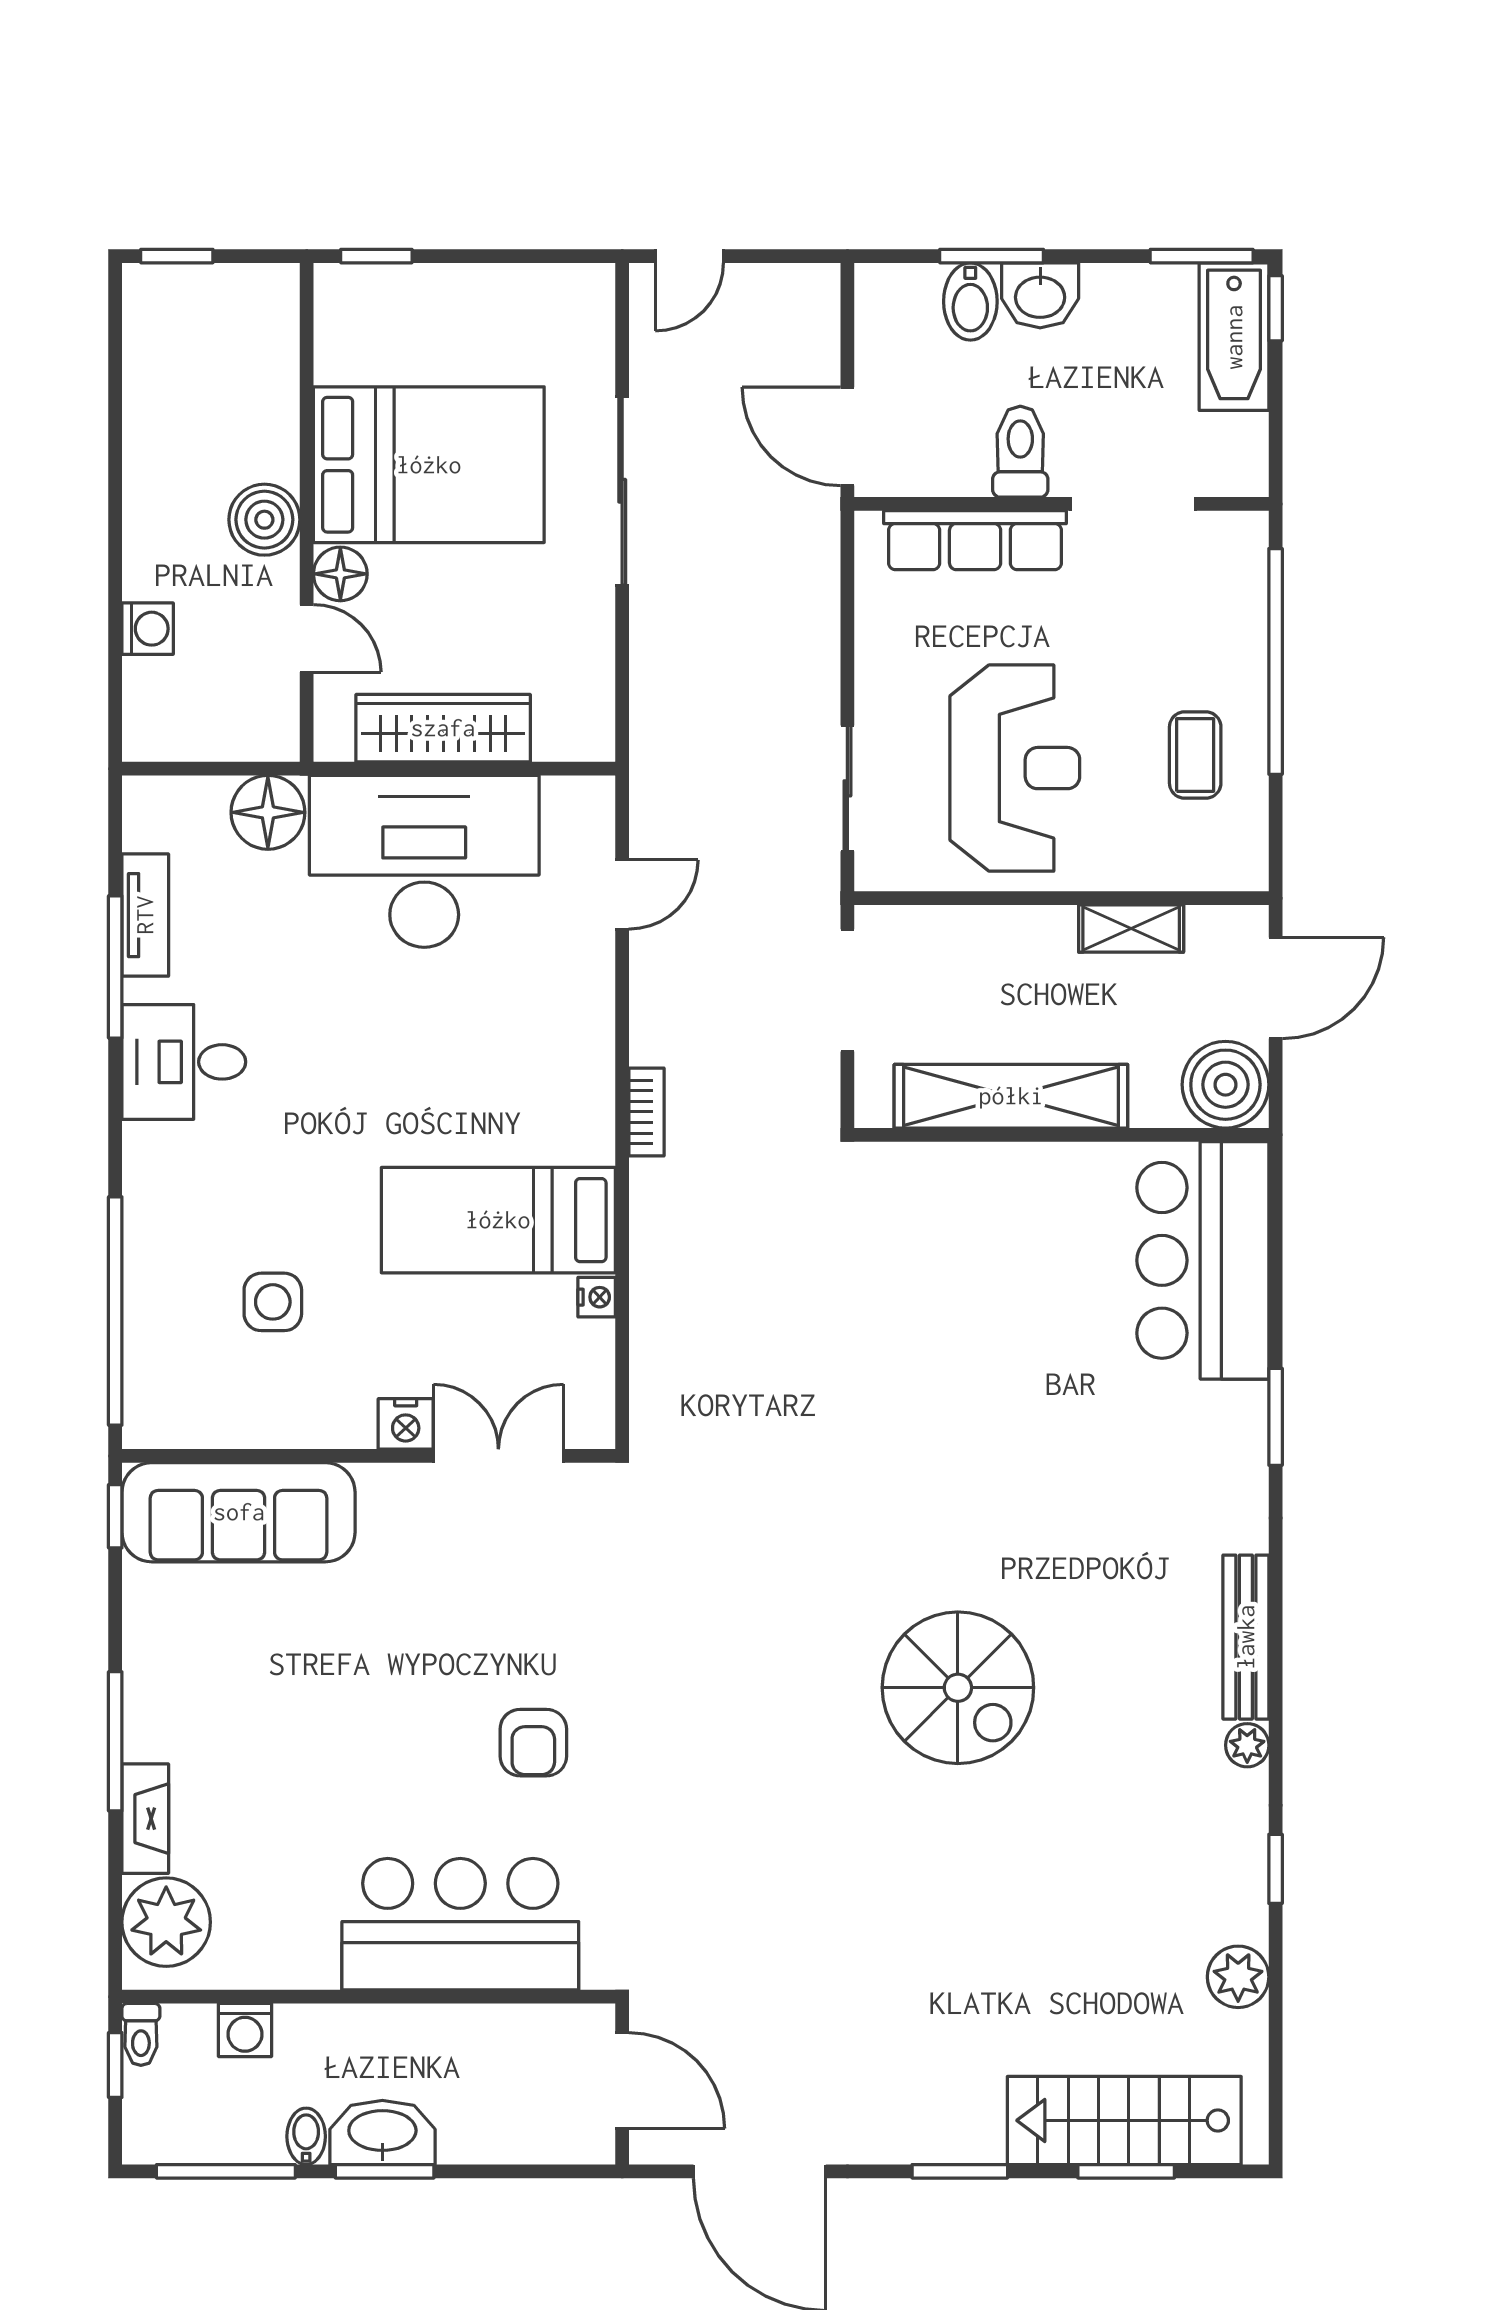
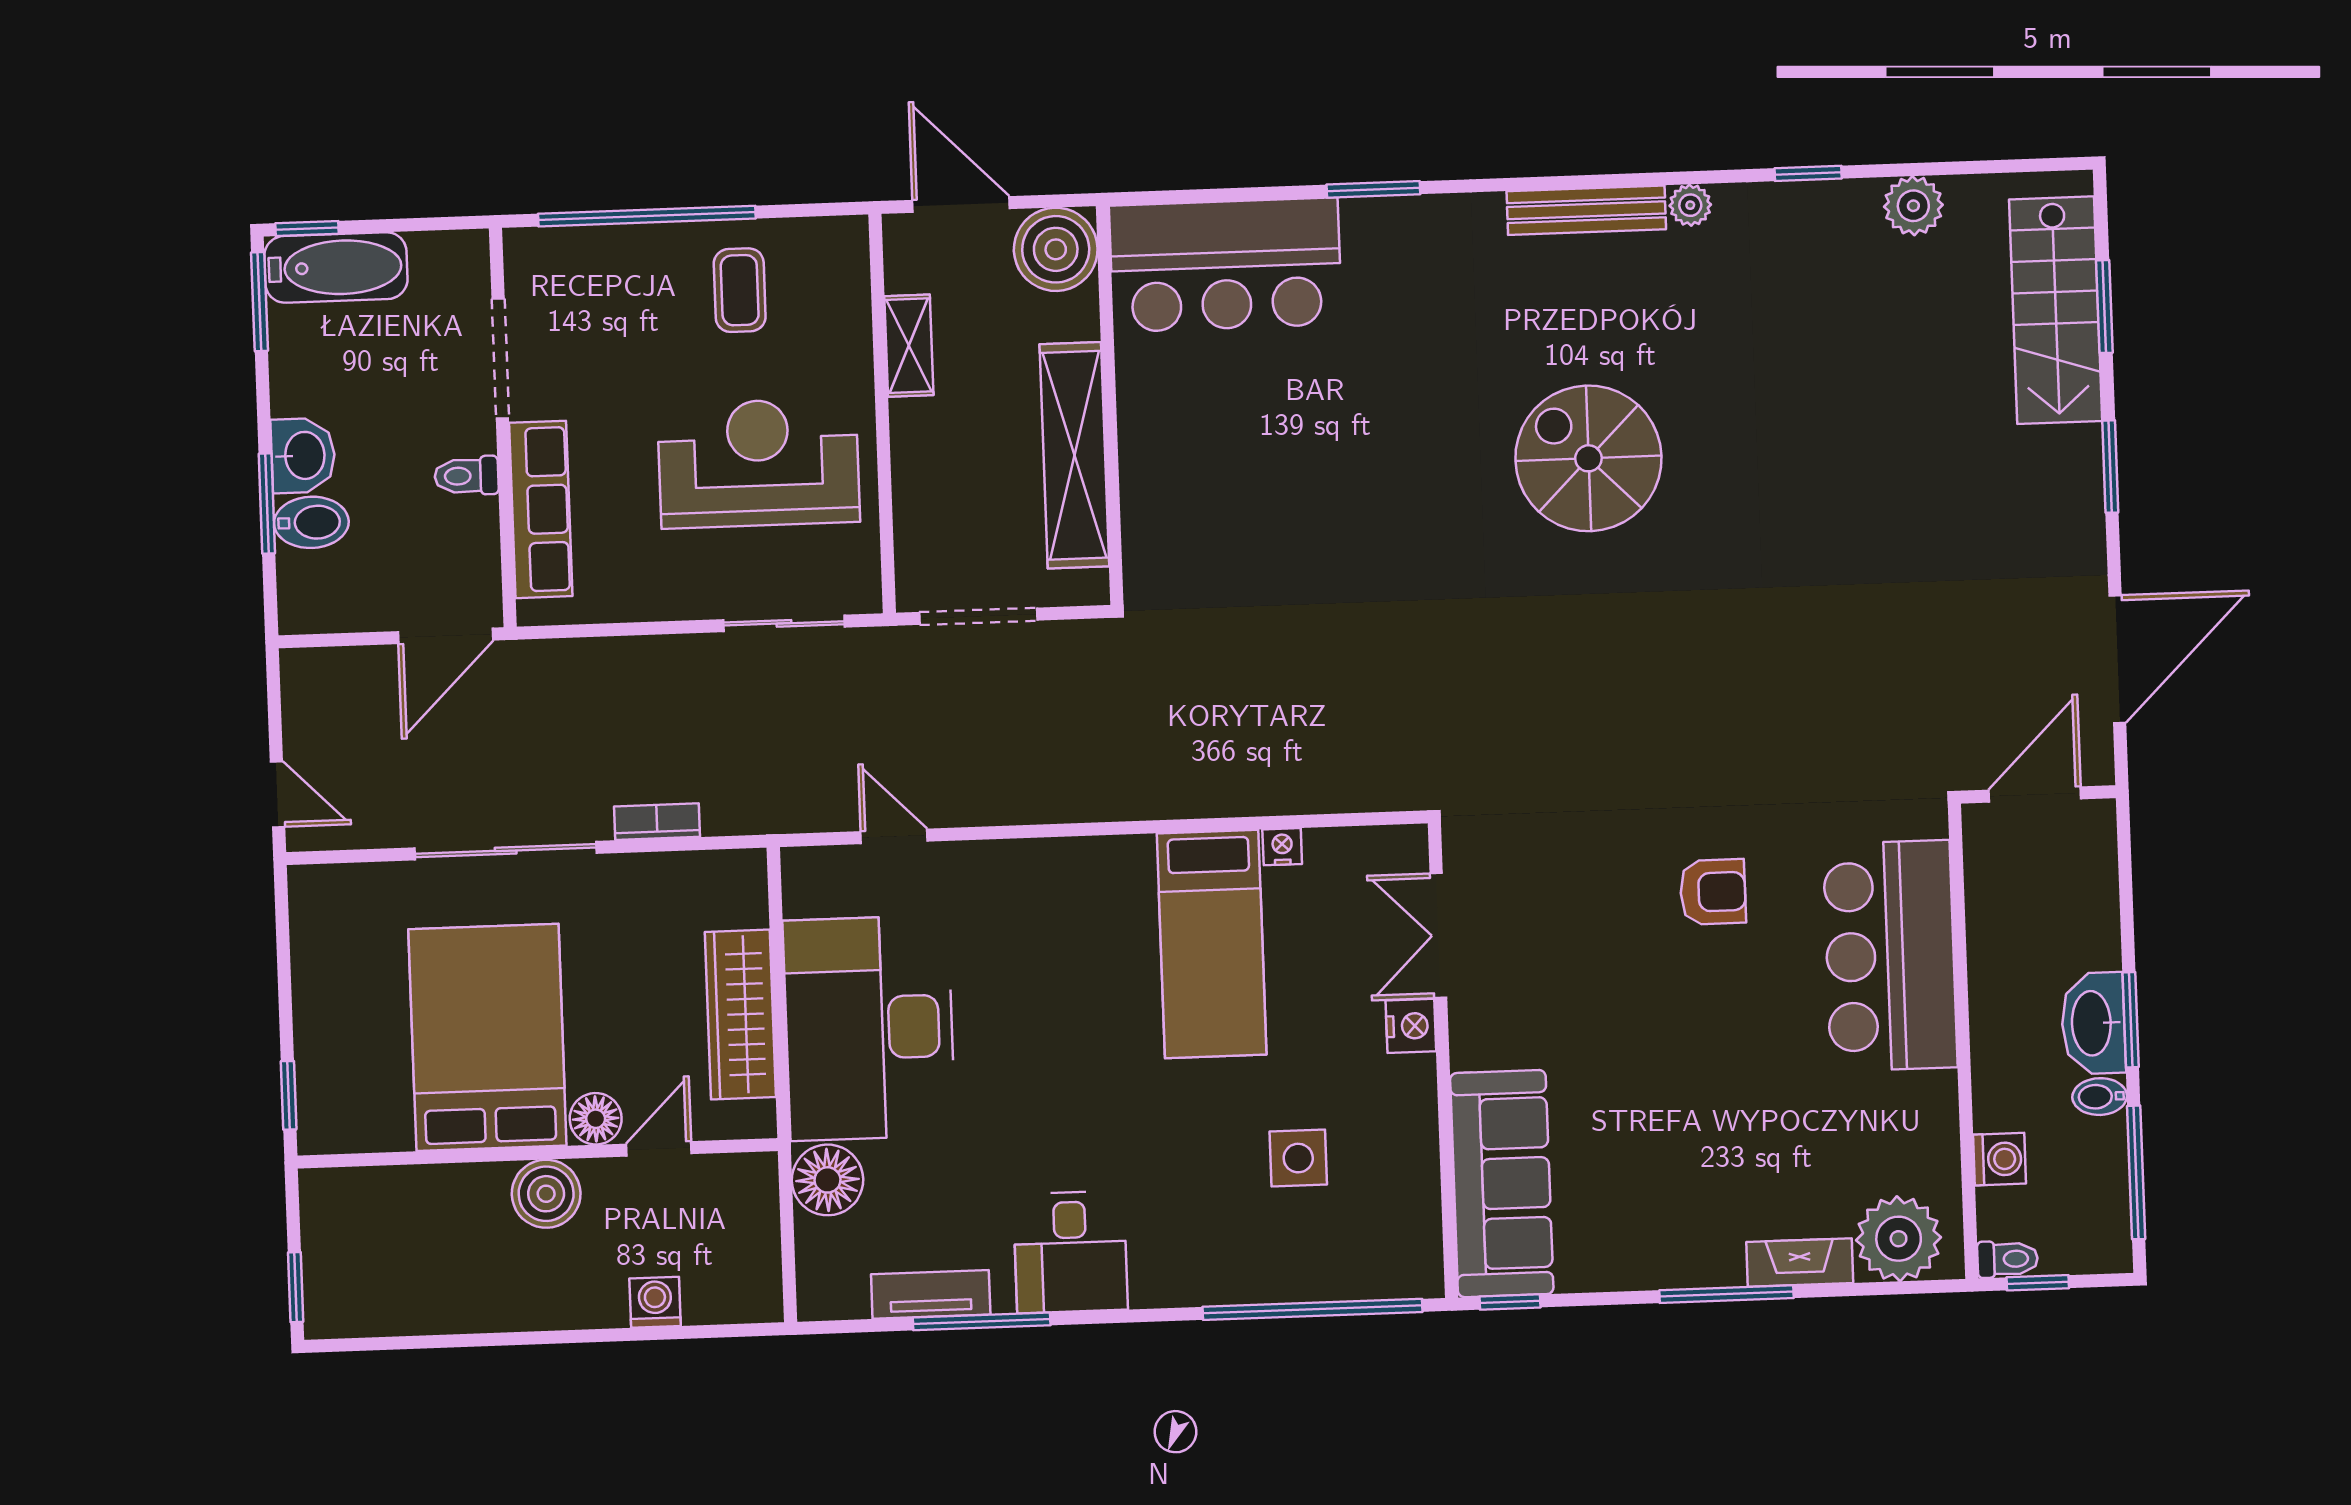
toilet: (1020, 452) -> (467, 476), width x0.73, depth x0.72
coffee table: (1195, 755) -> (740, 290), turned 90
bookcase: (646, 1112) -> (657, 822), moved
spiral stairs: (958, 1688) -> (1588, 458), moved, turned -90

